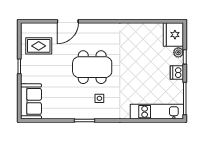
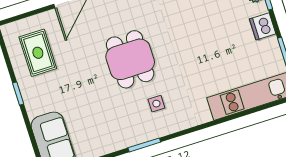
rug: (39, 46) -> (38, 53), turned 90
dining table: (92, 67) -> (130, 59), width x0.73

